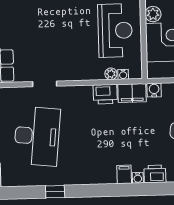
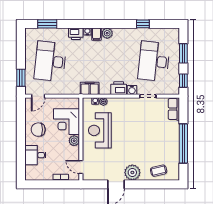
water cooler: (154, 90) -> (132, 90), moved
printer: (105, 94) -> (119, 88), moved
plant: (108, 176) -> (107, 33), added

